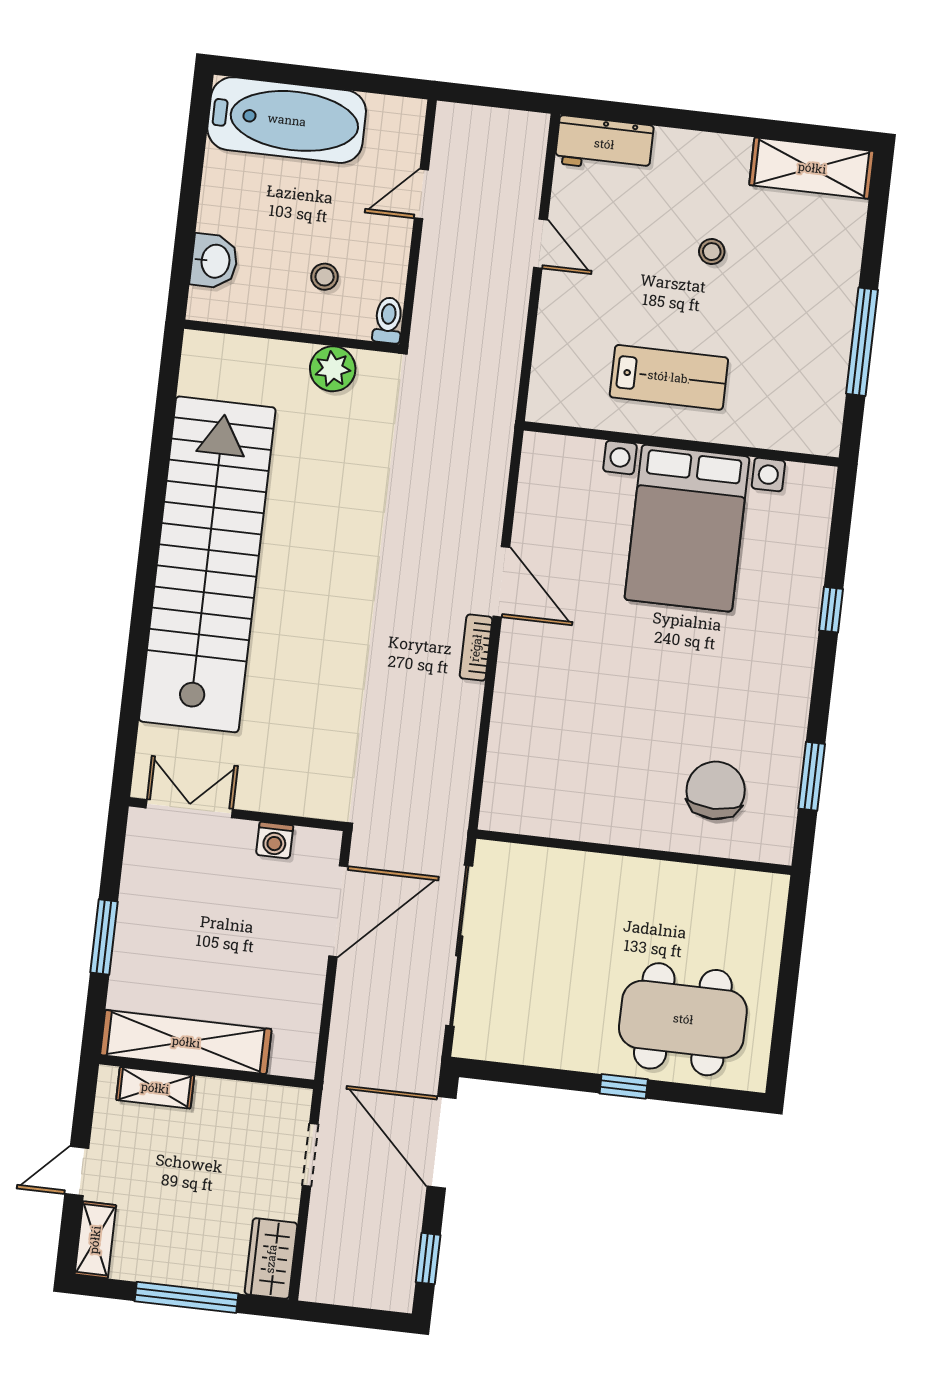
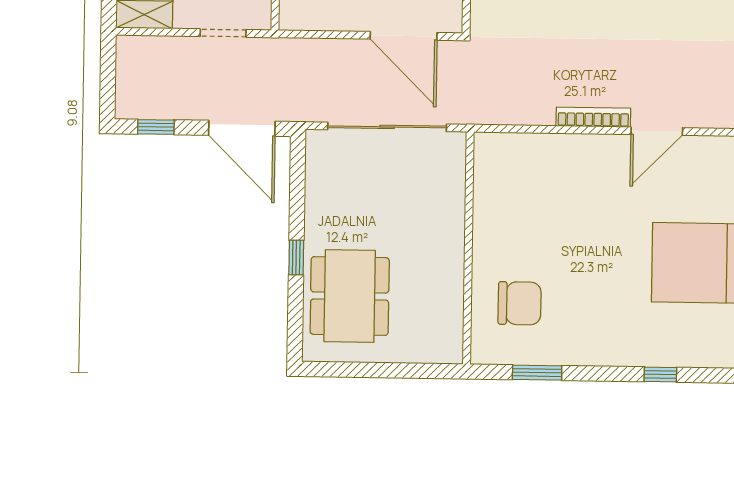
bookcase: (476, 648) -> (593, 117), width x1.56
door: (442, 1142) -> (242, 128), swing flipped

